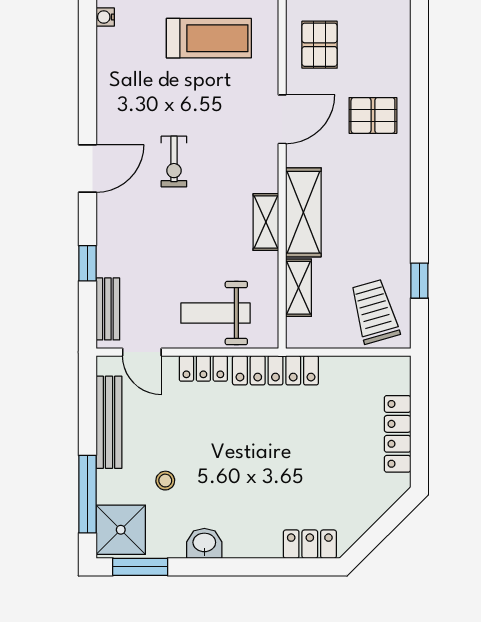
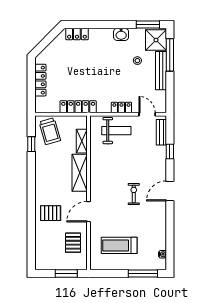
shelving: (266, 222) -> (95, 169), removed
locker: (275, 370) -> (78, 107), moved
bench: (109, 422) -> (161, 71), moved

